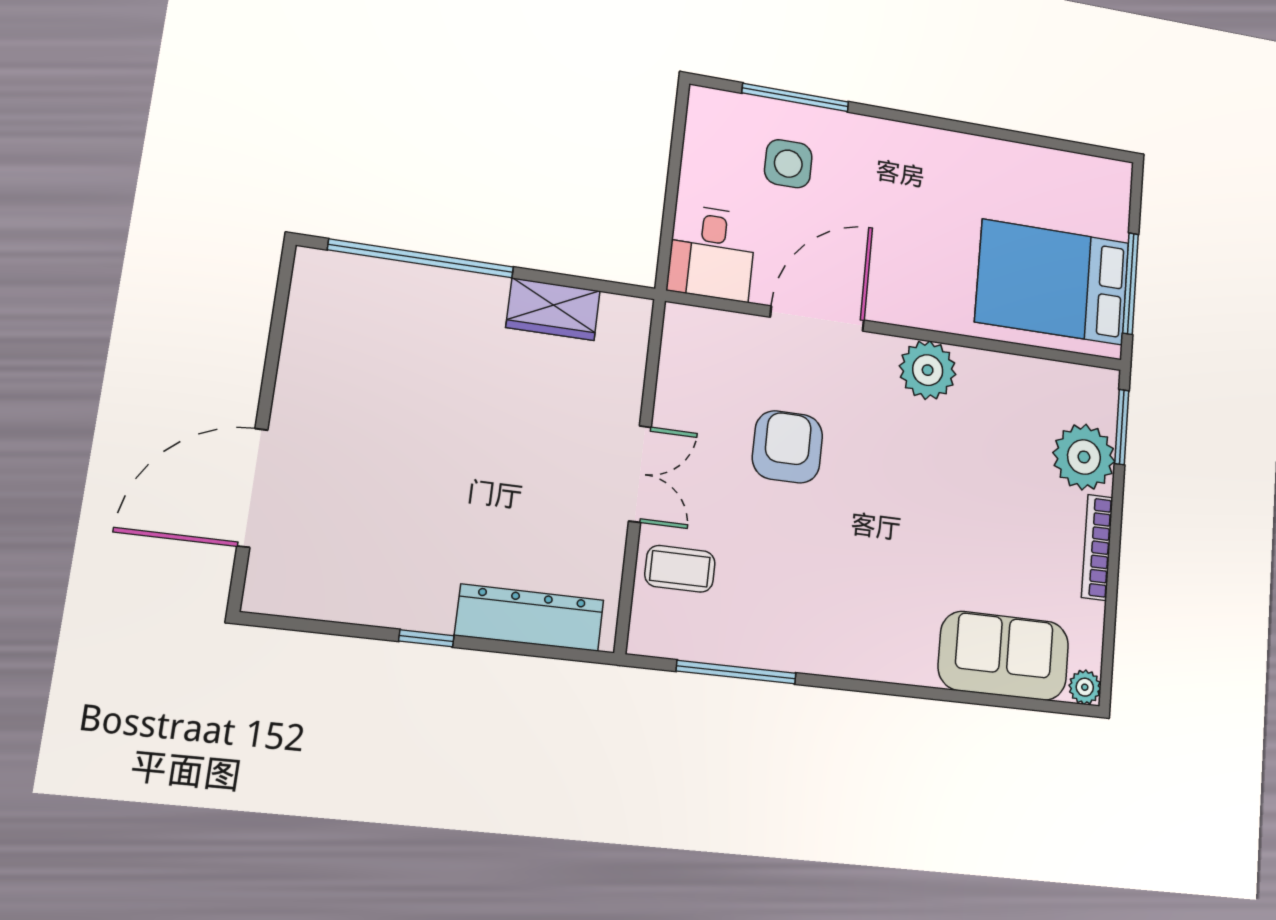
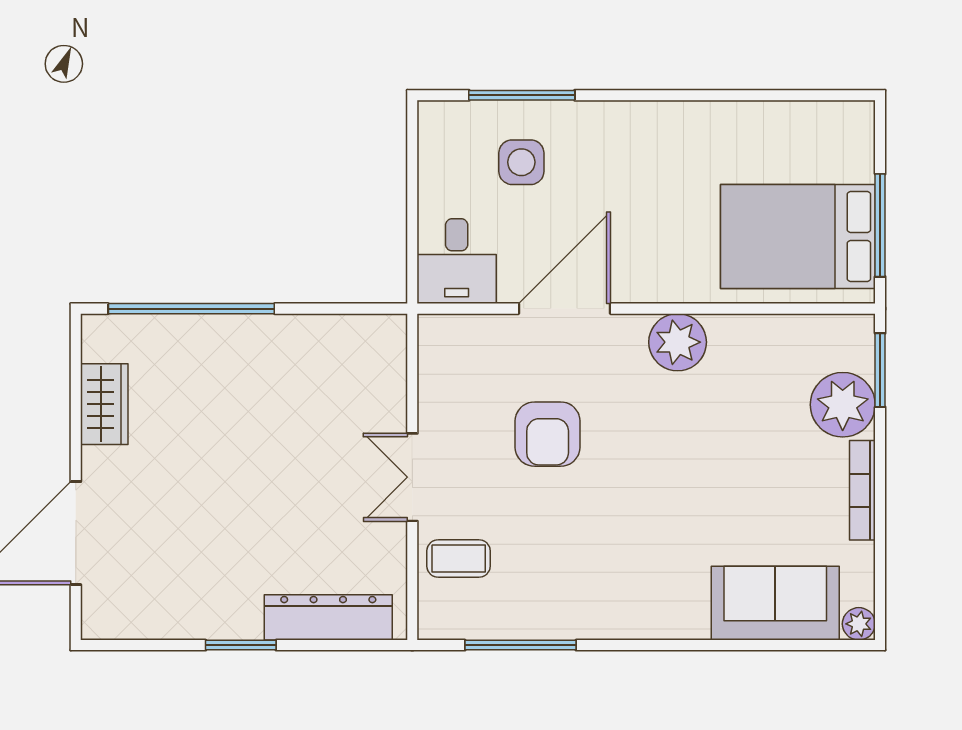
wardrobe: (553, 309) -> (104, 404), moved, turned -90
armchair: (787, 447) -> (548, 434), turned 180
double door: (640, 474) -> (412, 477), swing flipped
window: (426, 638) -> (241, 645), width x1.50

